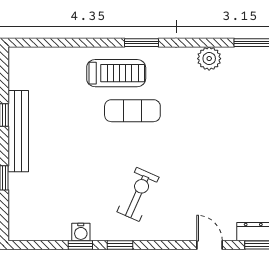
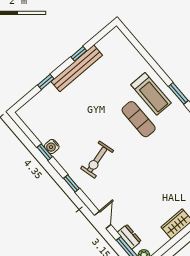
exercise bike: (138, 194) -> (97, 160), turned 141
window: (120, 245) -> (72, 183), moved

